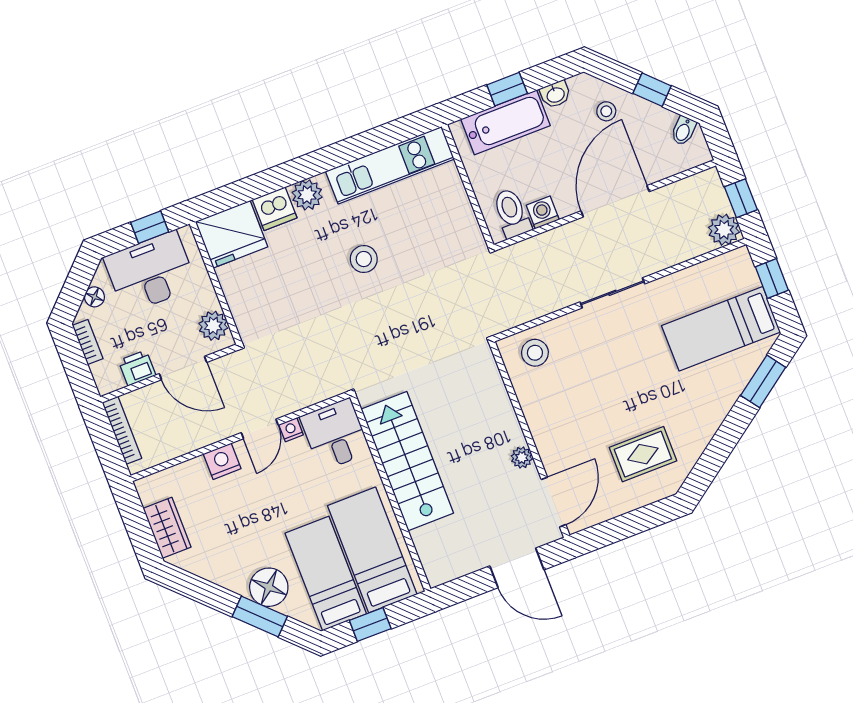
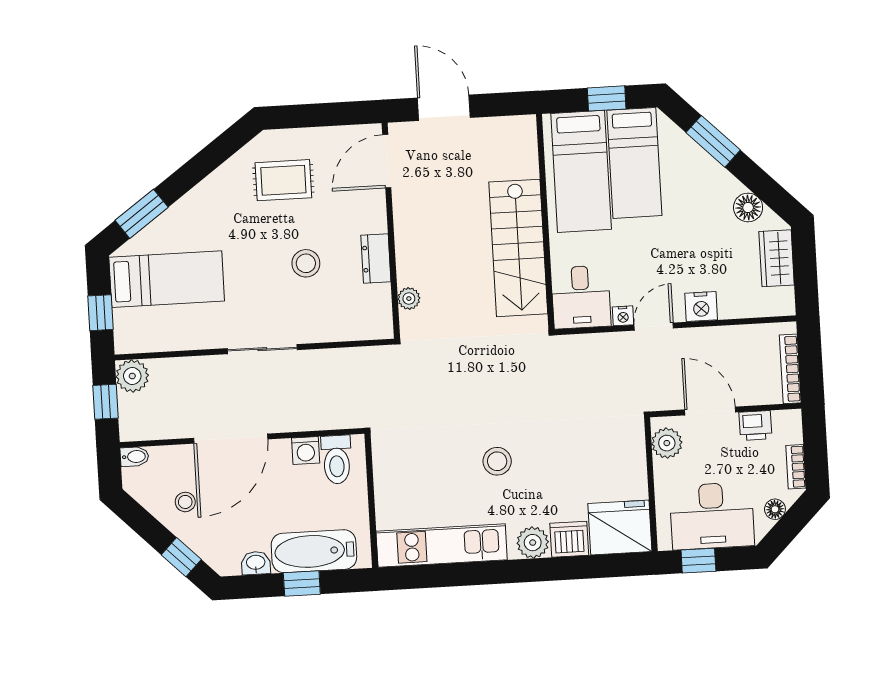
window: (652, 90) -> (181, 557), moved
stool: (606, 111) -> (185, 502), moved
bidet: (683, 131) -> (134, 457), moved, turned 45
stool: (535, 353) -> (306, 263), moved
dresser: (535, 409) -> (376, 259), added
plant: (522, 458) -> (409, 299), moved
floor lamp: (269, 587) -> (748, 207), moved, width x0.73, depth x0.73

